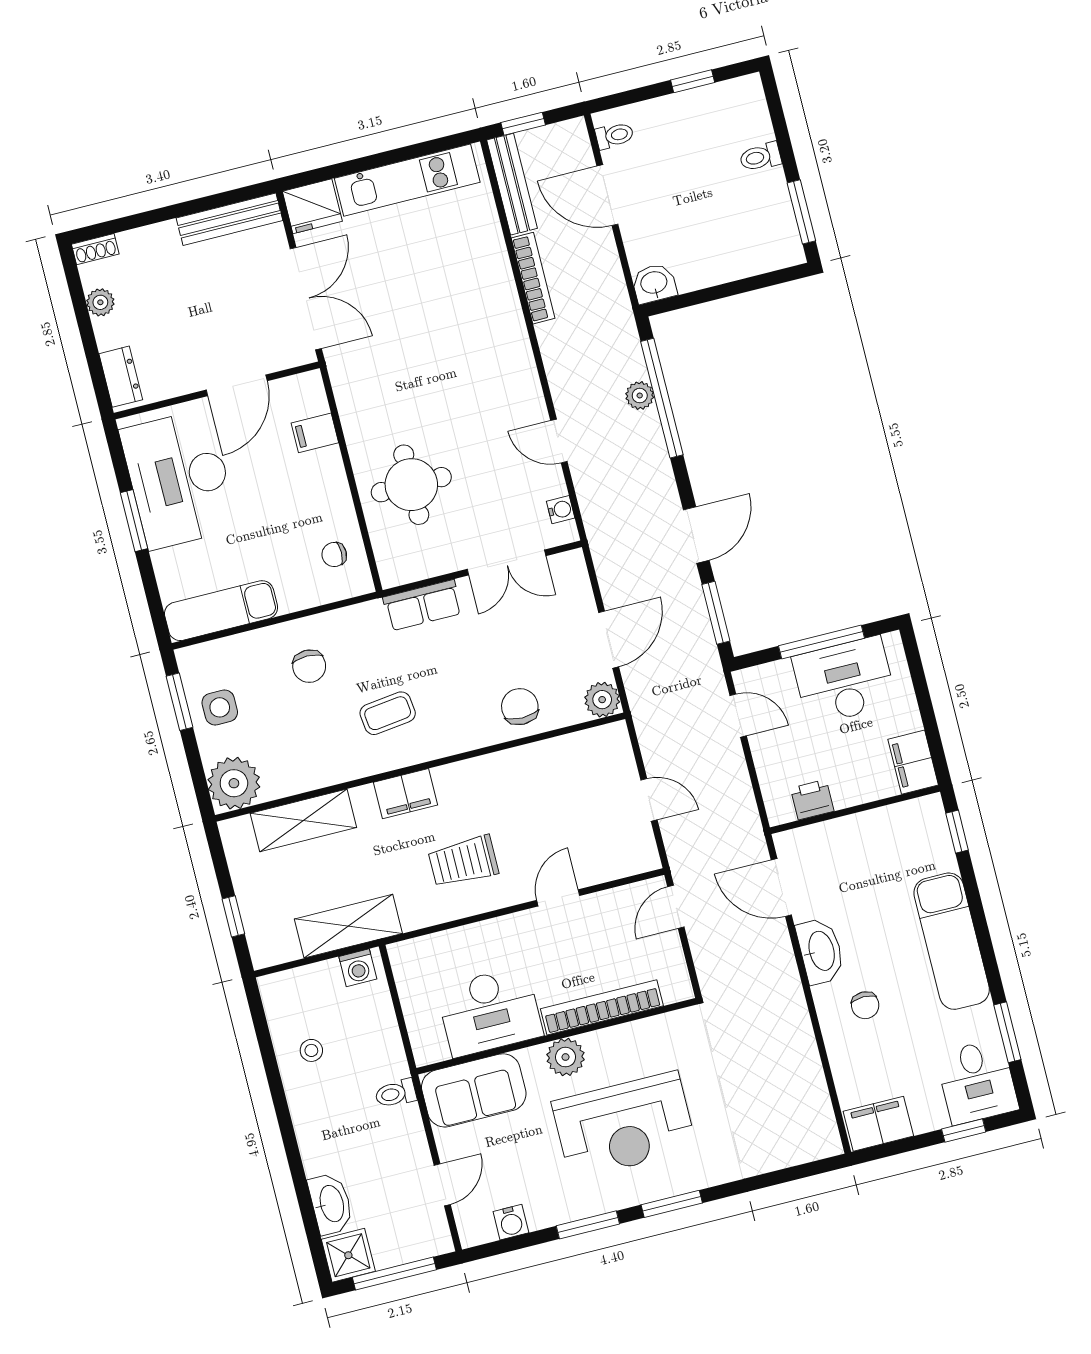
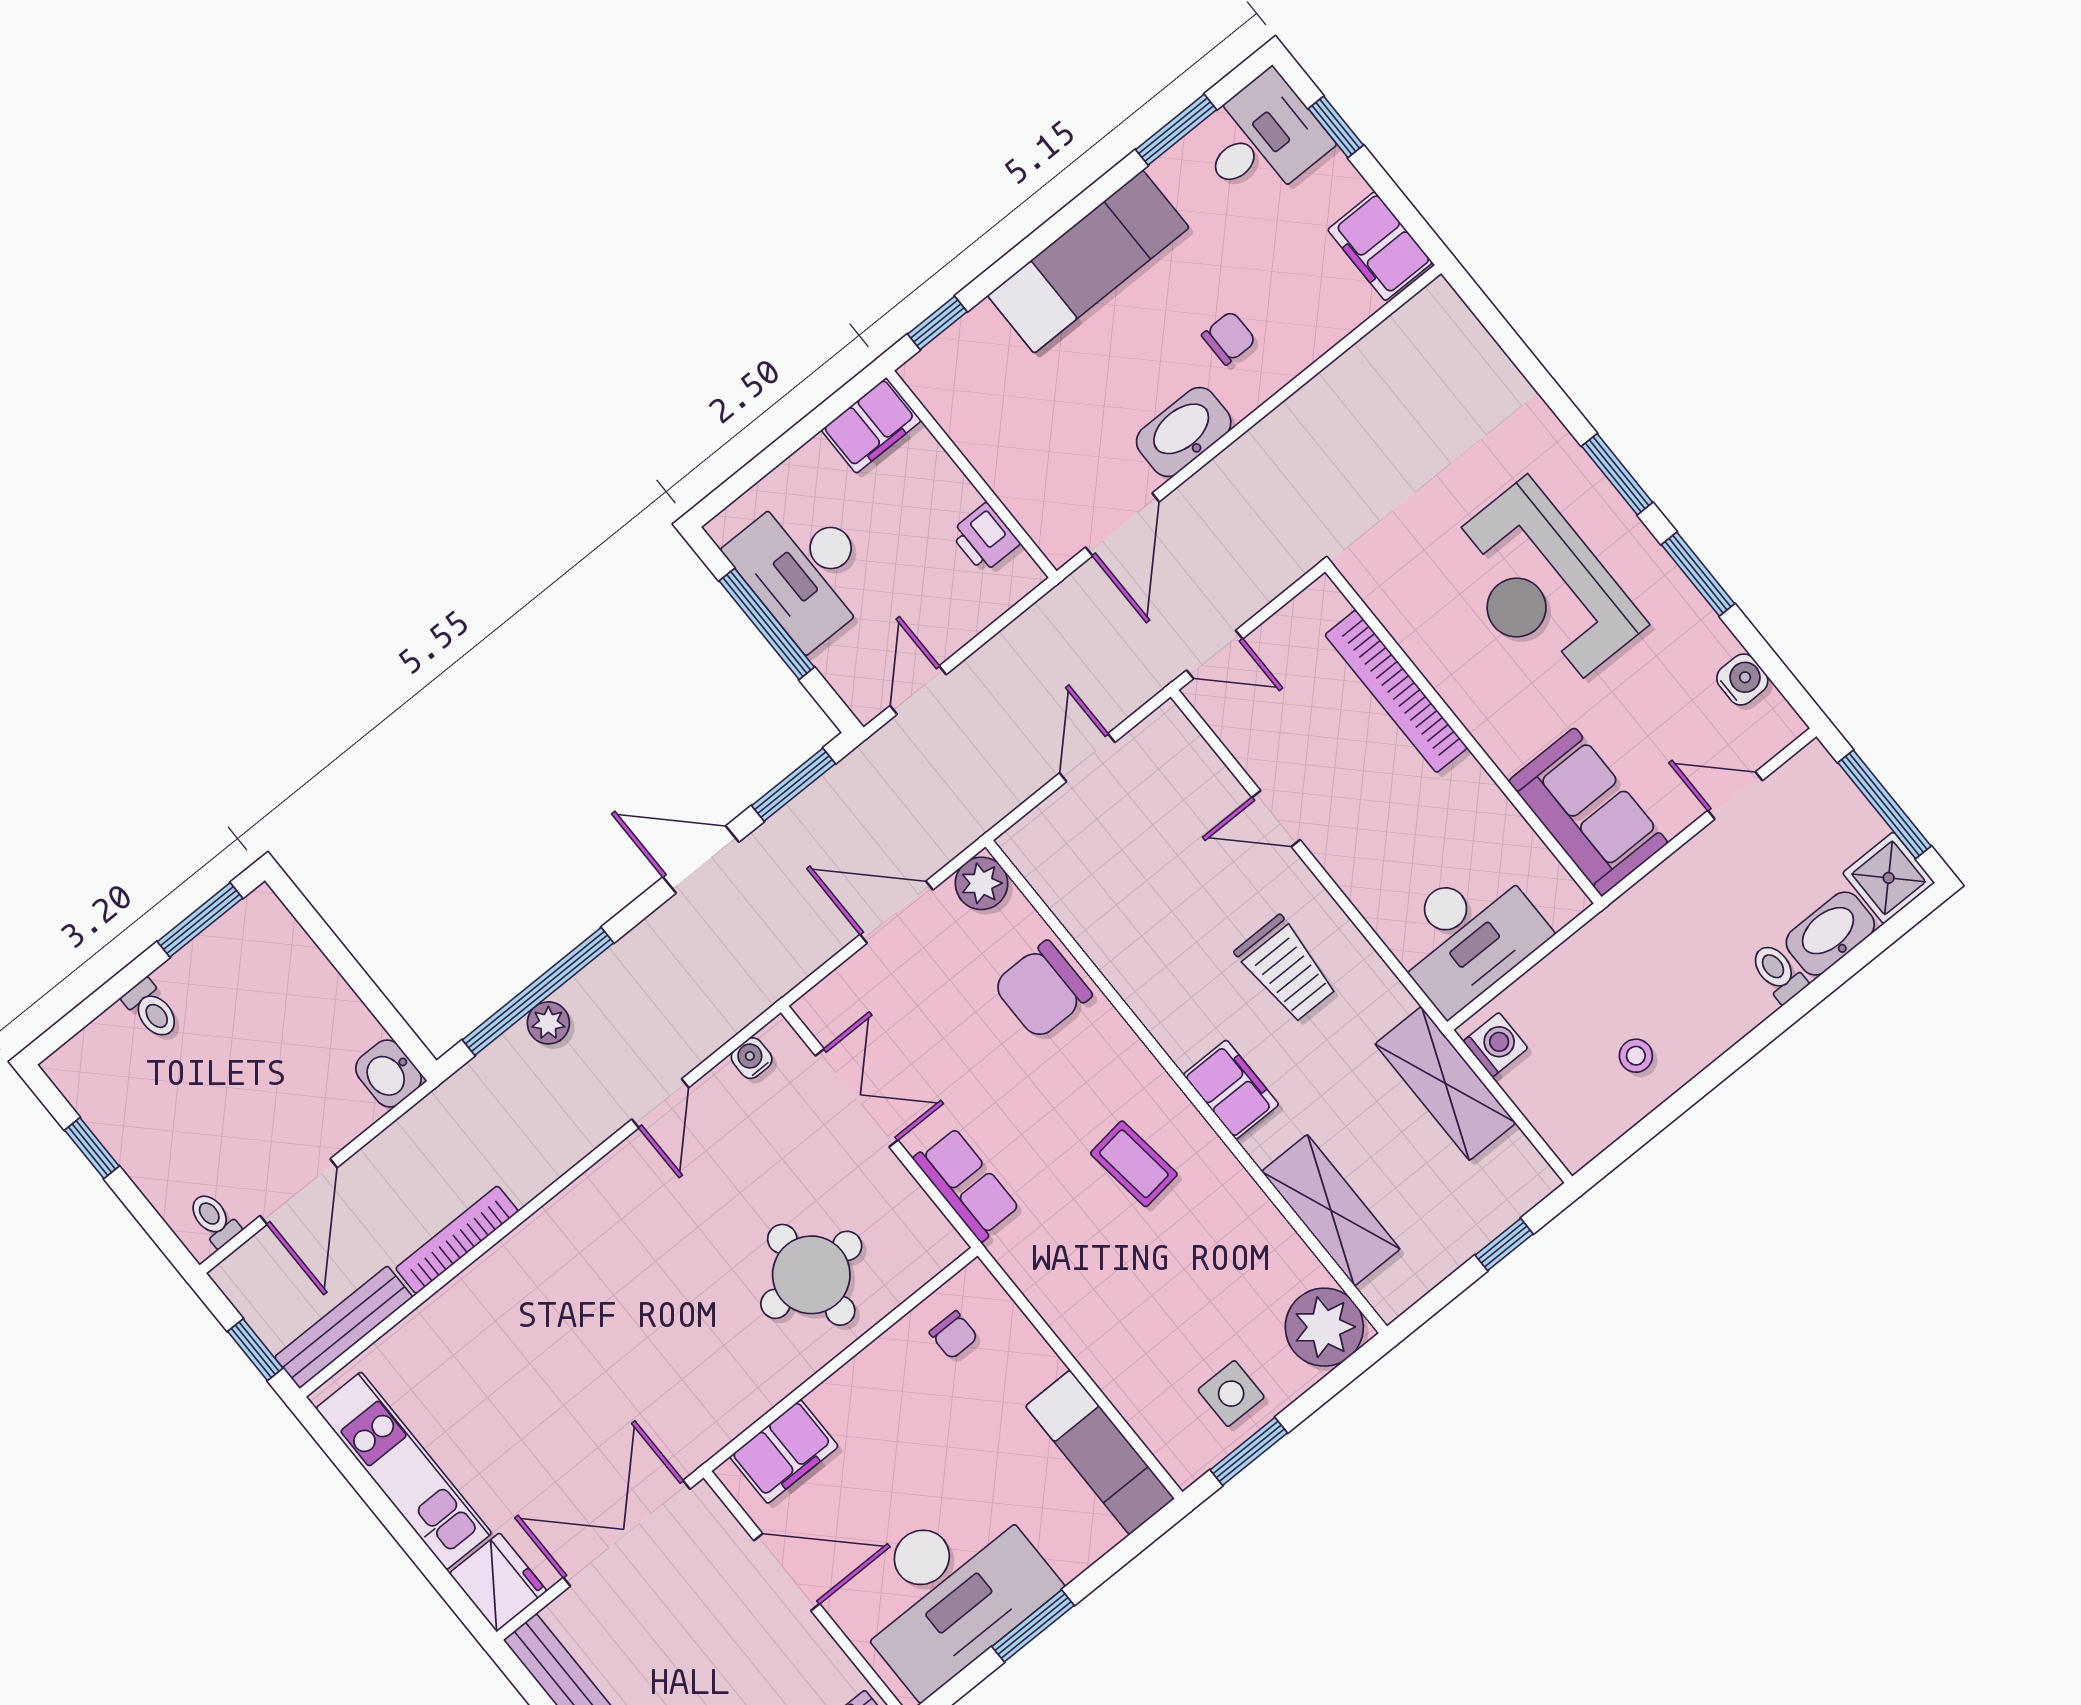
filing cabinet: (315, 433) -> (784, 1452), width x2.00
chair: (309, 666) -> (1120, 1299), removed
chair: (520, 707) -> (1042, 990), width x1.37, depth x1.37
desk: (490, 1011) -> (1467, 935), moved, turned 90
plant: (566, 1057) -> (1486, 709), removed
toilet: (396, 1093) -> (1778, 973), moved, turned 180
reception desk: (624, 1125) -> (1541, 587), turned 180

